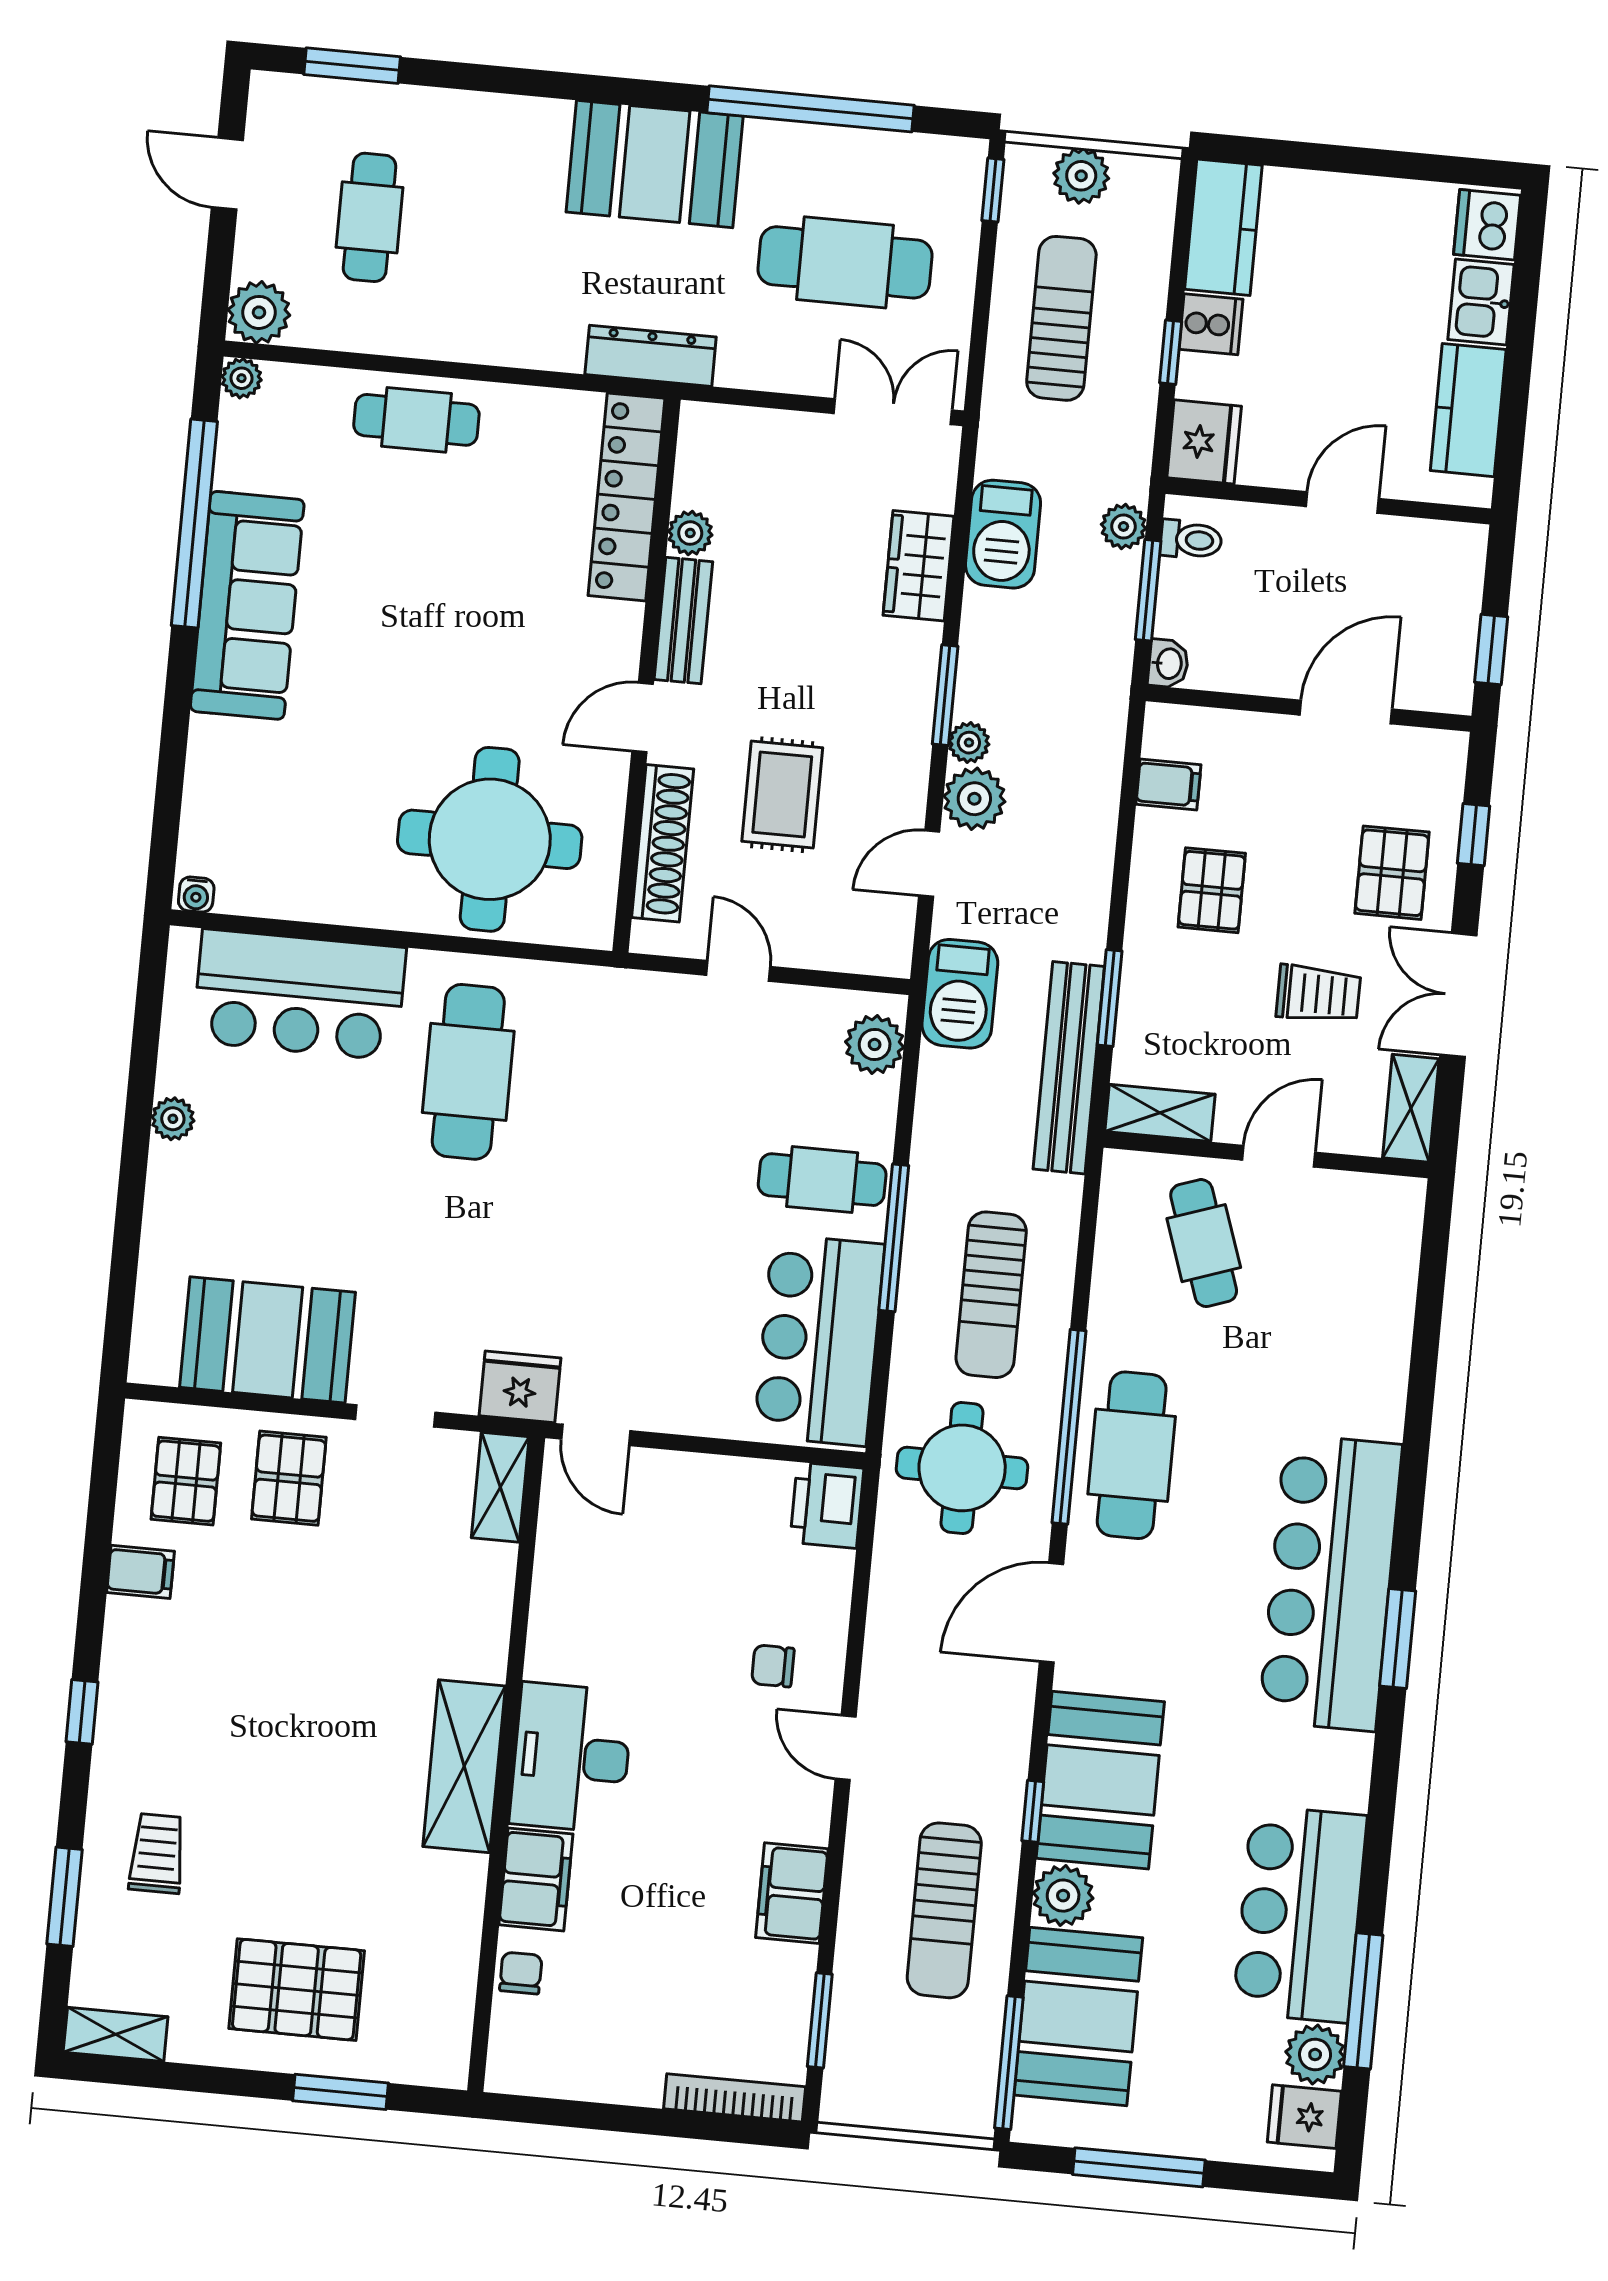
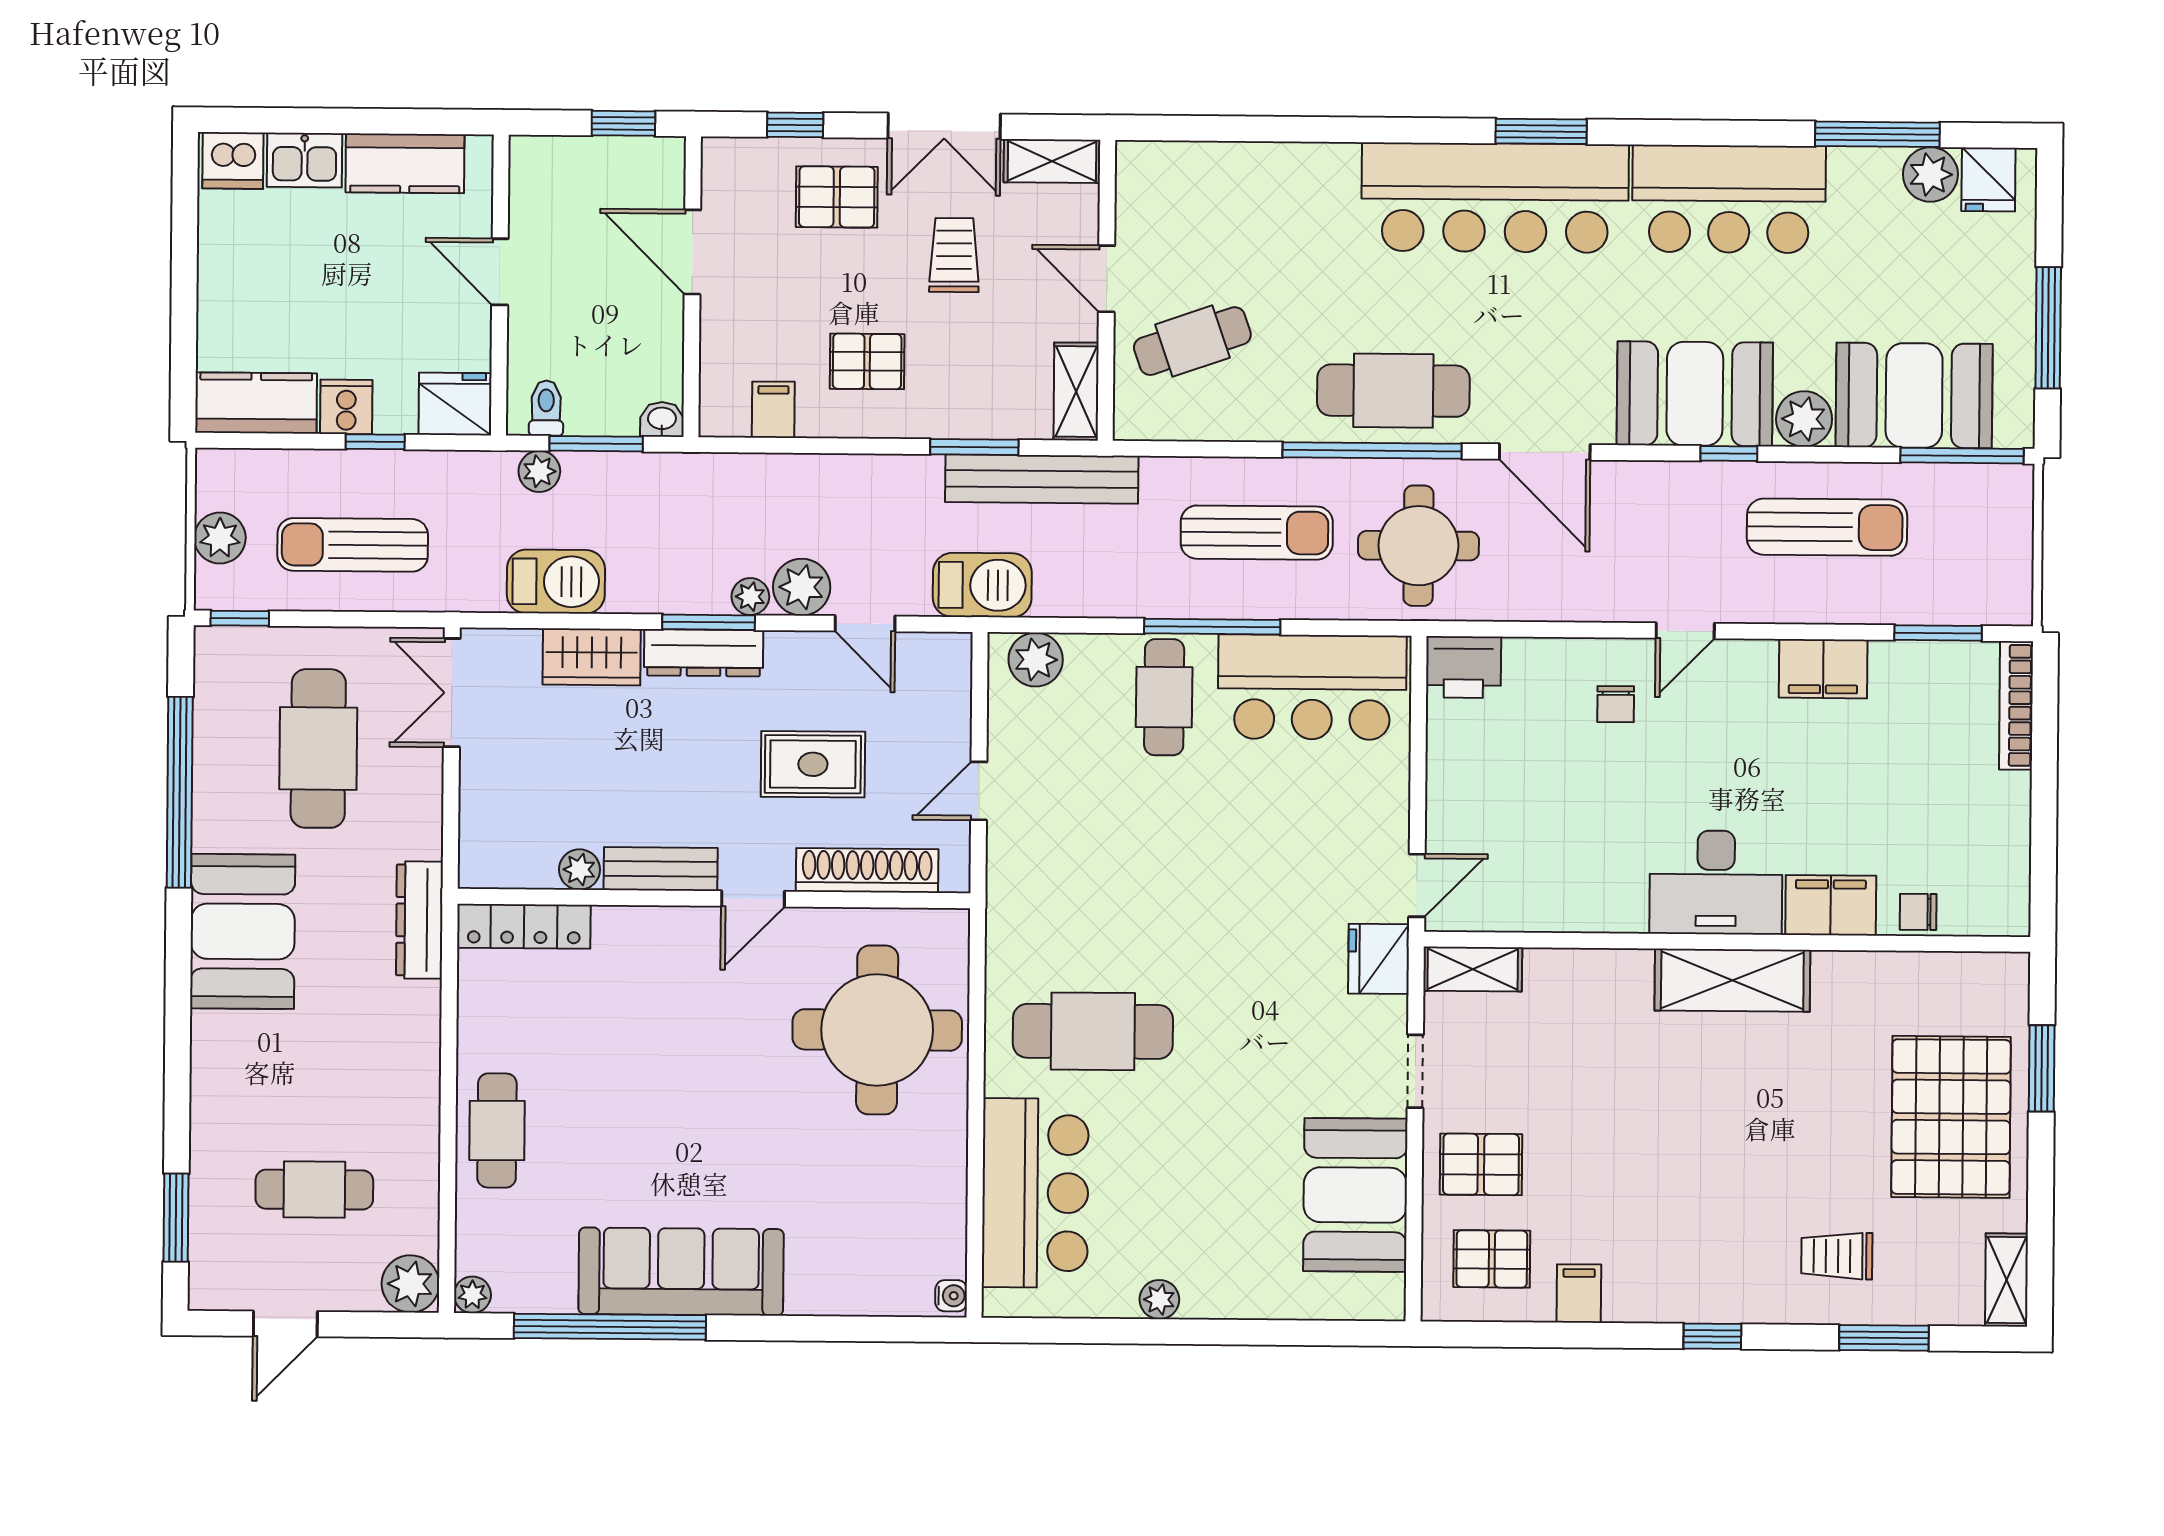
locker: (626, 497) -> (524, 926), width x0.71, depth x0.83
dresser: (913, 687) -> (704, 653), added
door: (643, 718) -> (753, 899), hinge flipped
bar counter: (1300, 1914) -> (1729, 199), moved
pallet: (297, 1990) -> (1951, 1117), width x1.37, depth x1.41

